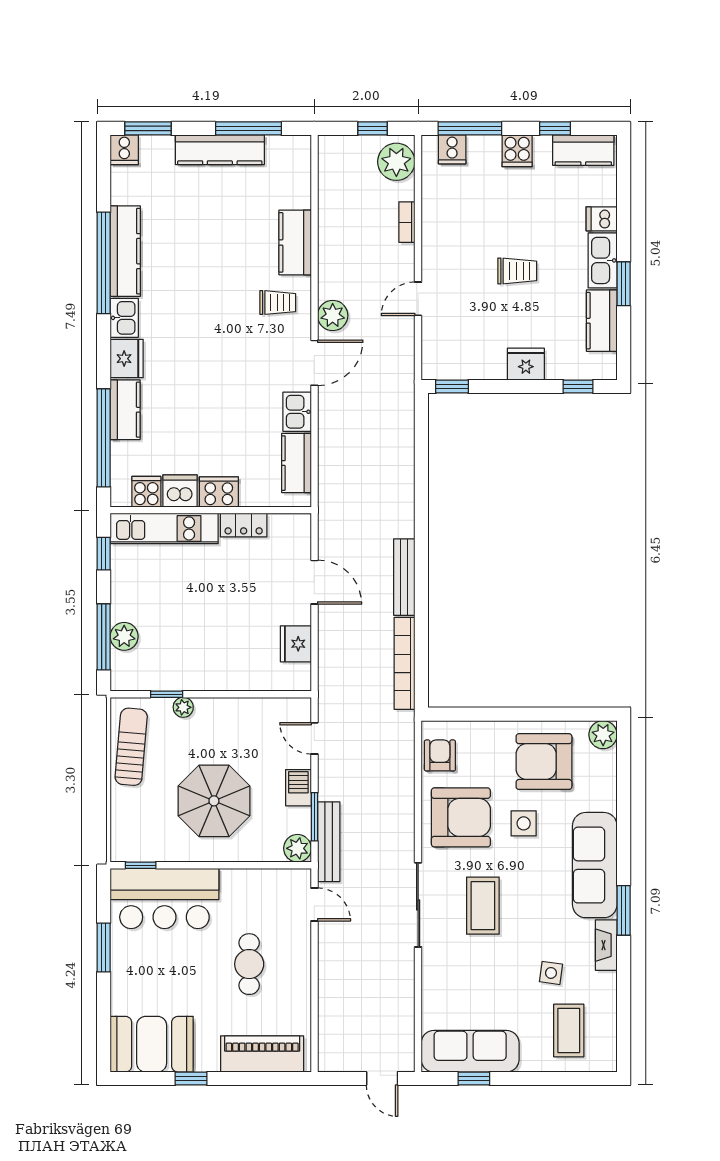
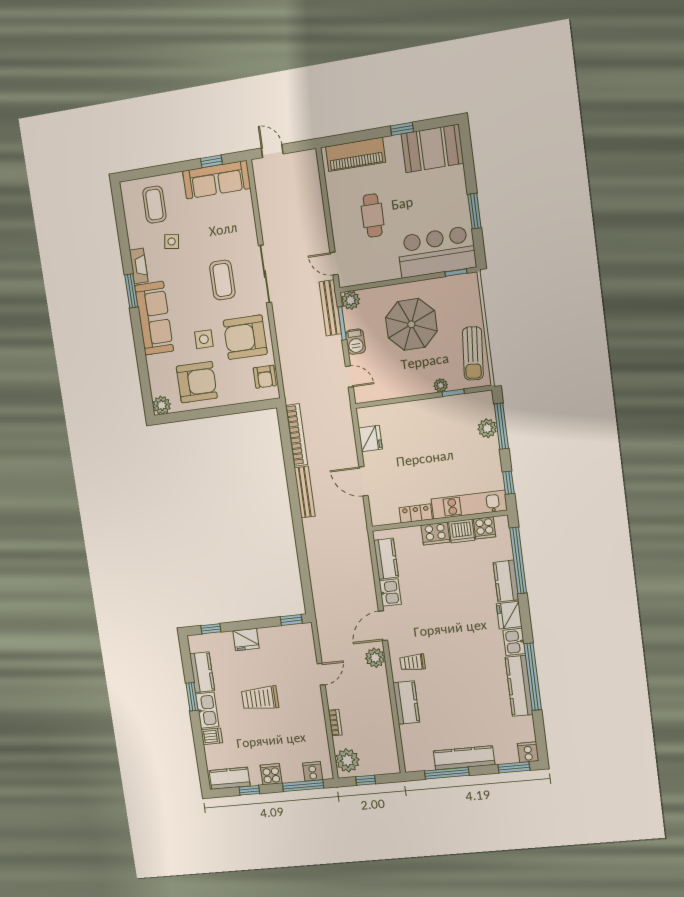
trolley: (517, 271) -> (260, 698), width x1.36, depth x1.39

